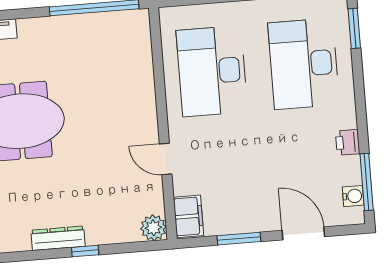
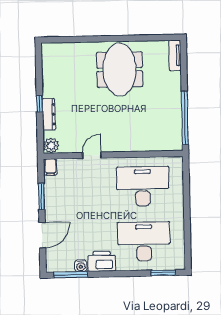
printer: (348, 142) -> (102, 261), width x1.87, depth x1.48
water cooler: (353, 196) -> (81, 266), moved
filing cabinet: (188, 216) -> (51, 167), width x0.50
dresser: (58, 238) -> (49, 114), moved

